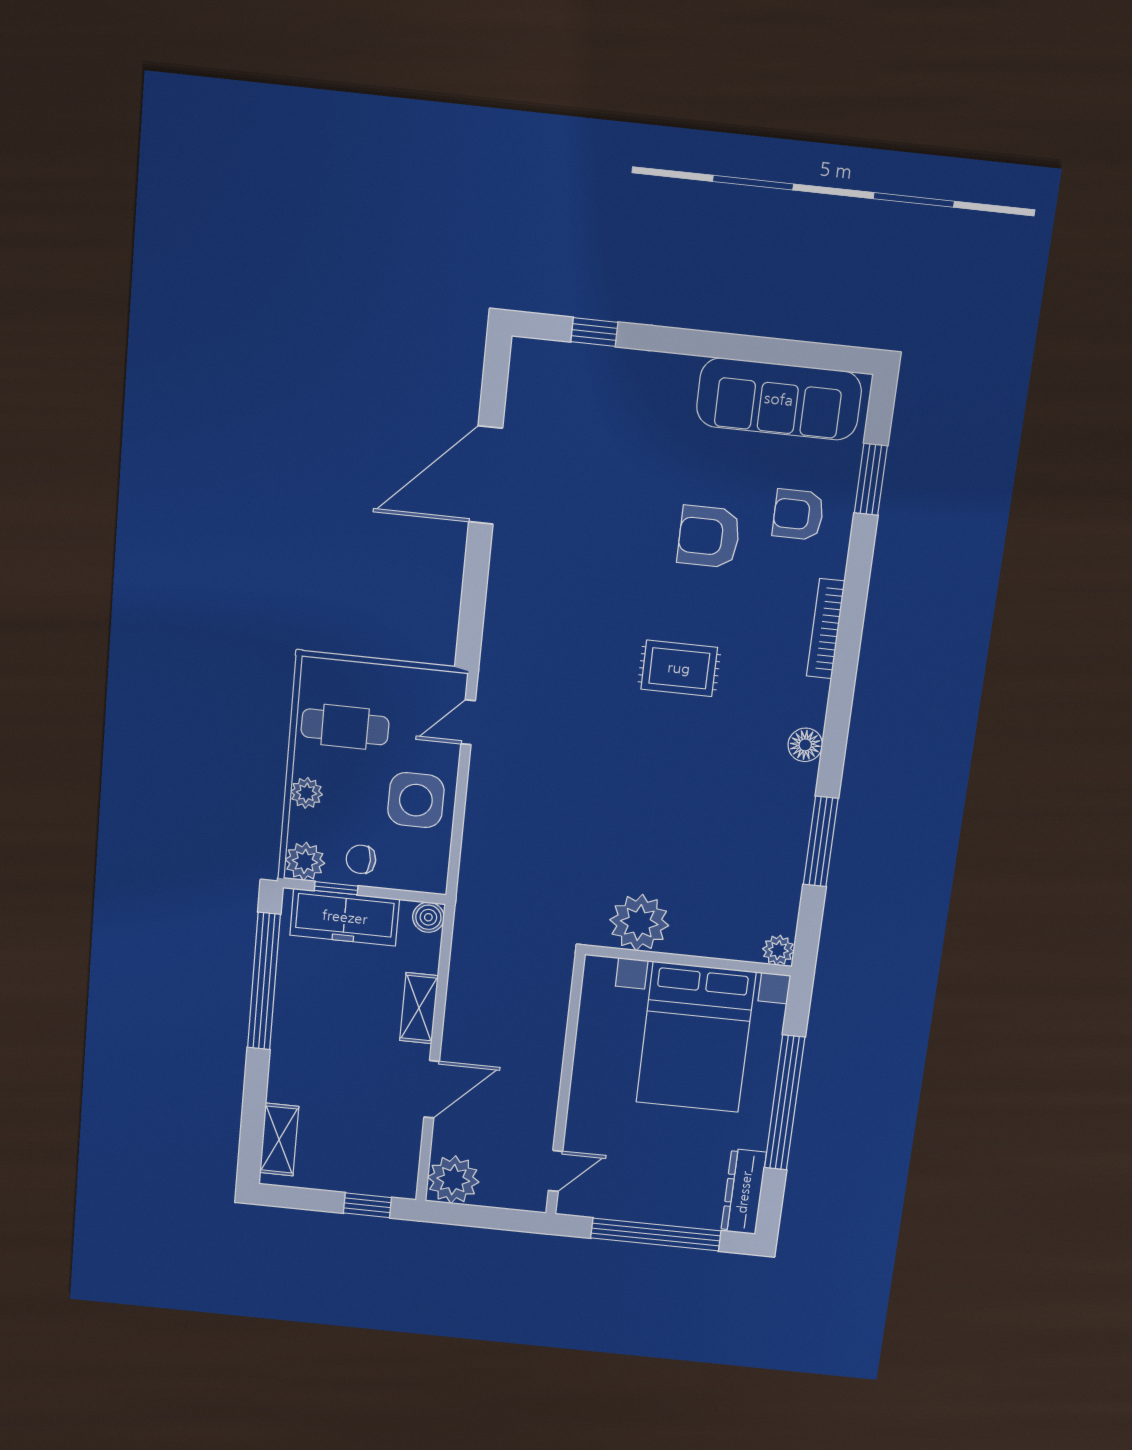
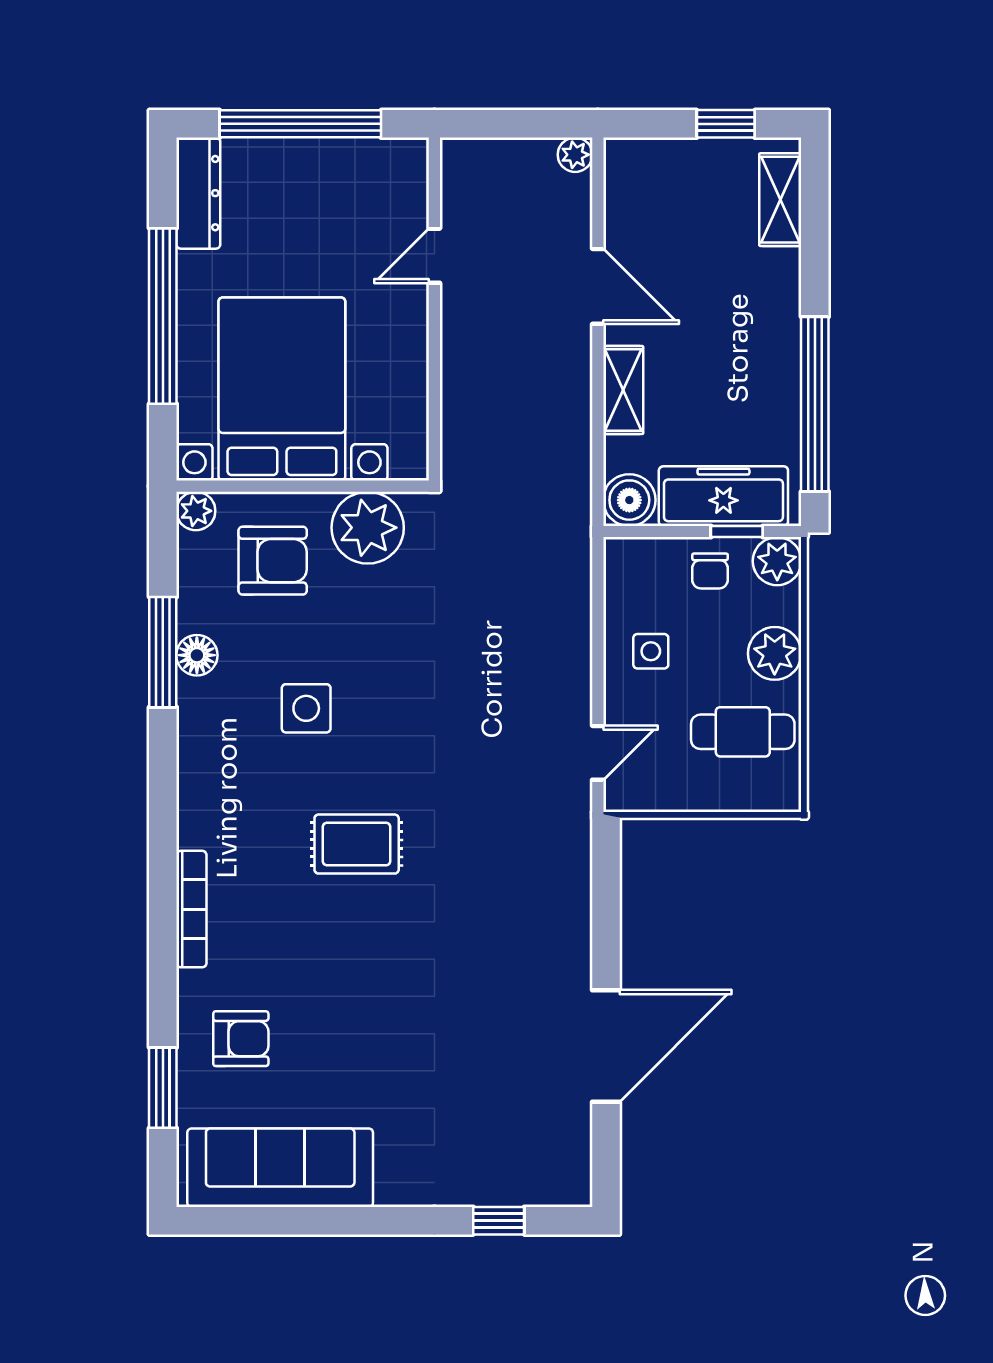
armchair: (709, 537) -> (273, 561), moved
floor lamp: (805, 745) -> (197, 655), moved
side table: (708, 784) -> (306, 708), added
plant: (306, 793) -> (775, 653), width x1.38, depth x1.38
side table: (416, 800) -> (651, 651), width x0.54, depth x0.54
chair: (361, 859) -> (710, 571), turned 90
boiler: (428, 917) -> (629, 500), width x1.36, depth x1.36
door: (432, 1089) -> (598, 286), swing flipped
door: (555, 1171) -> (434, 256), moved
plant: (453, 1180) -> (575, 155), width x0.53, depth x0.53
window: (367, 1205) -> (726, 124), moved

